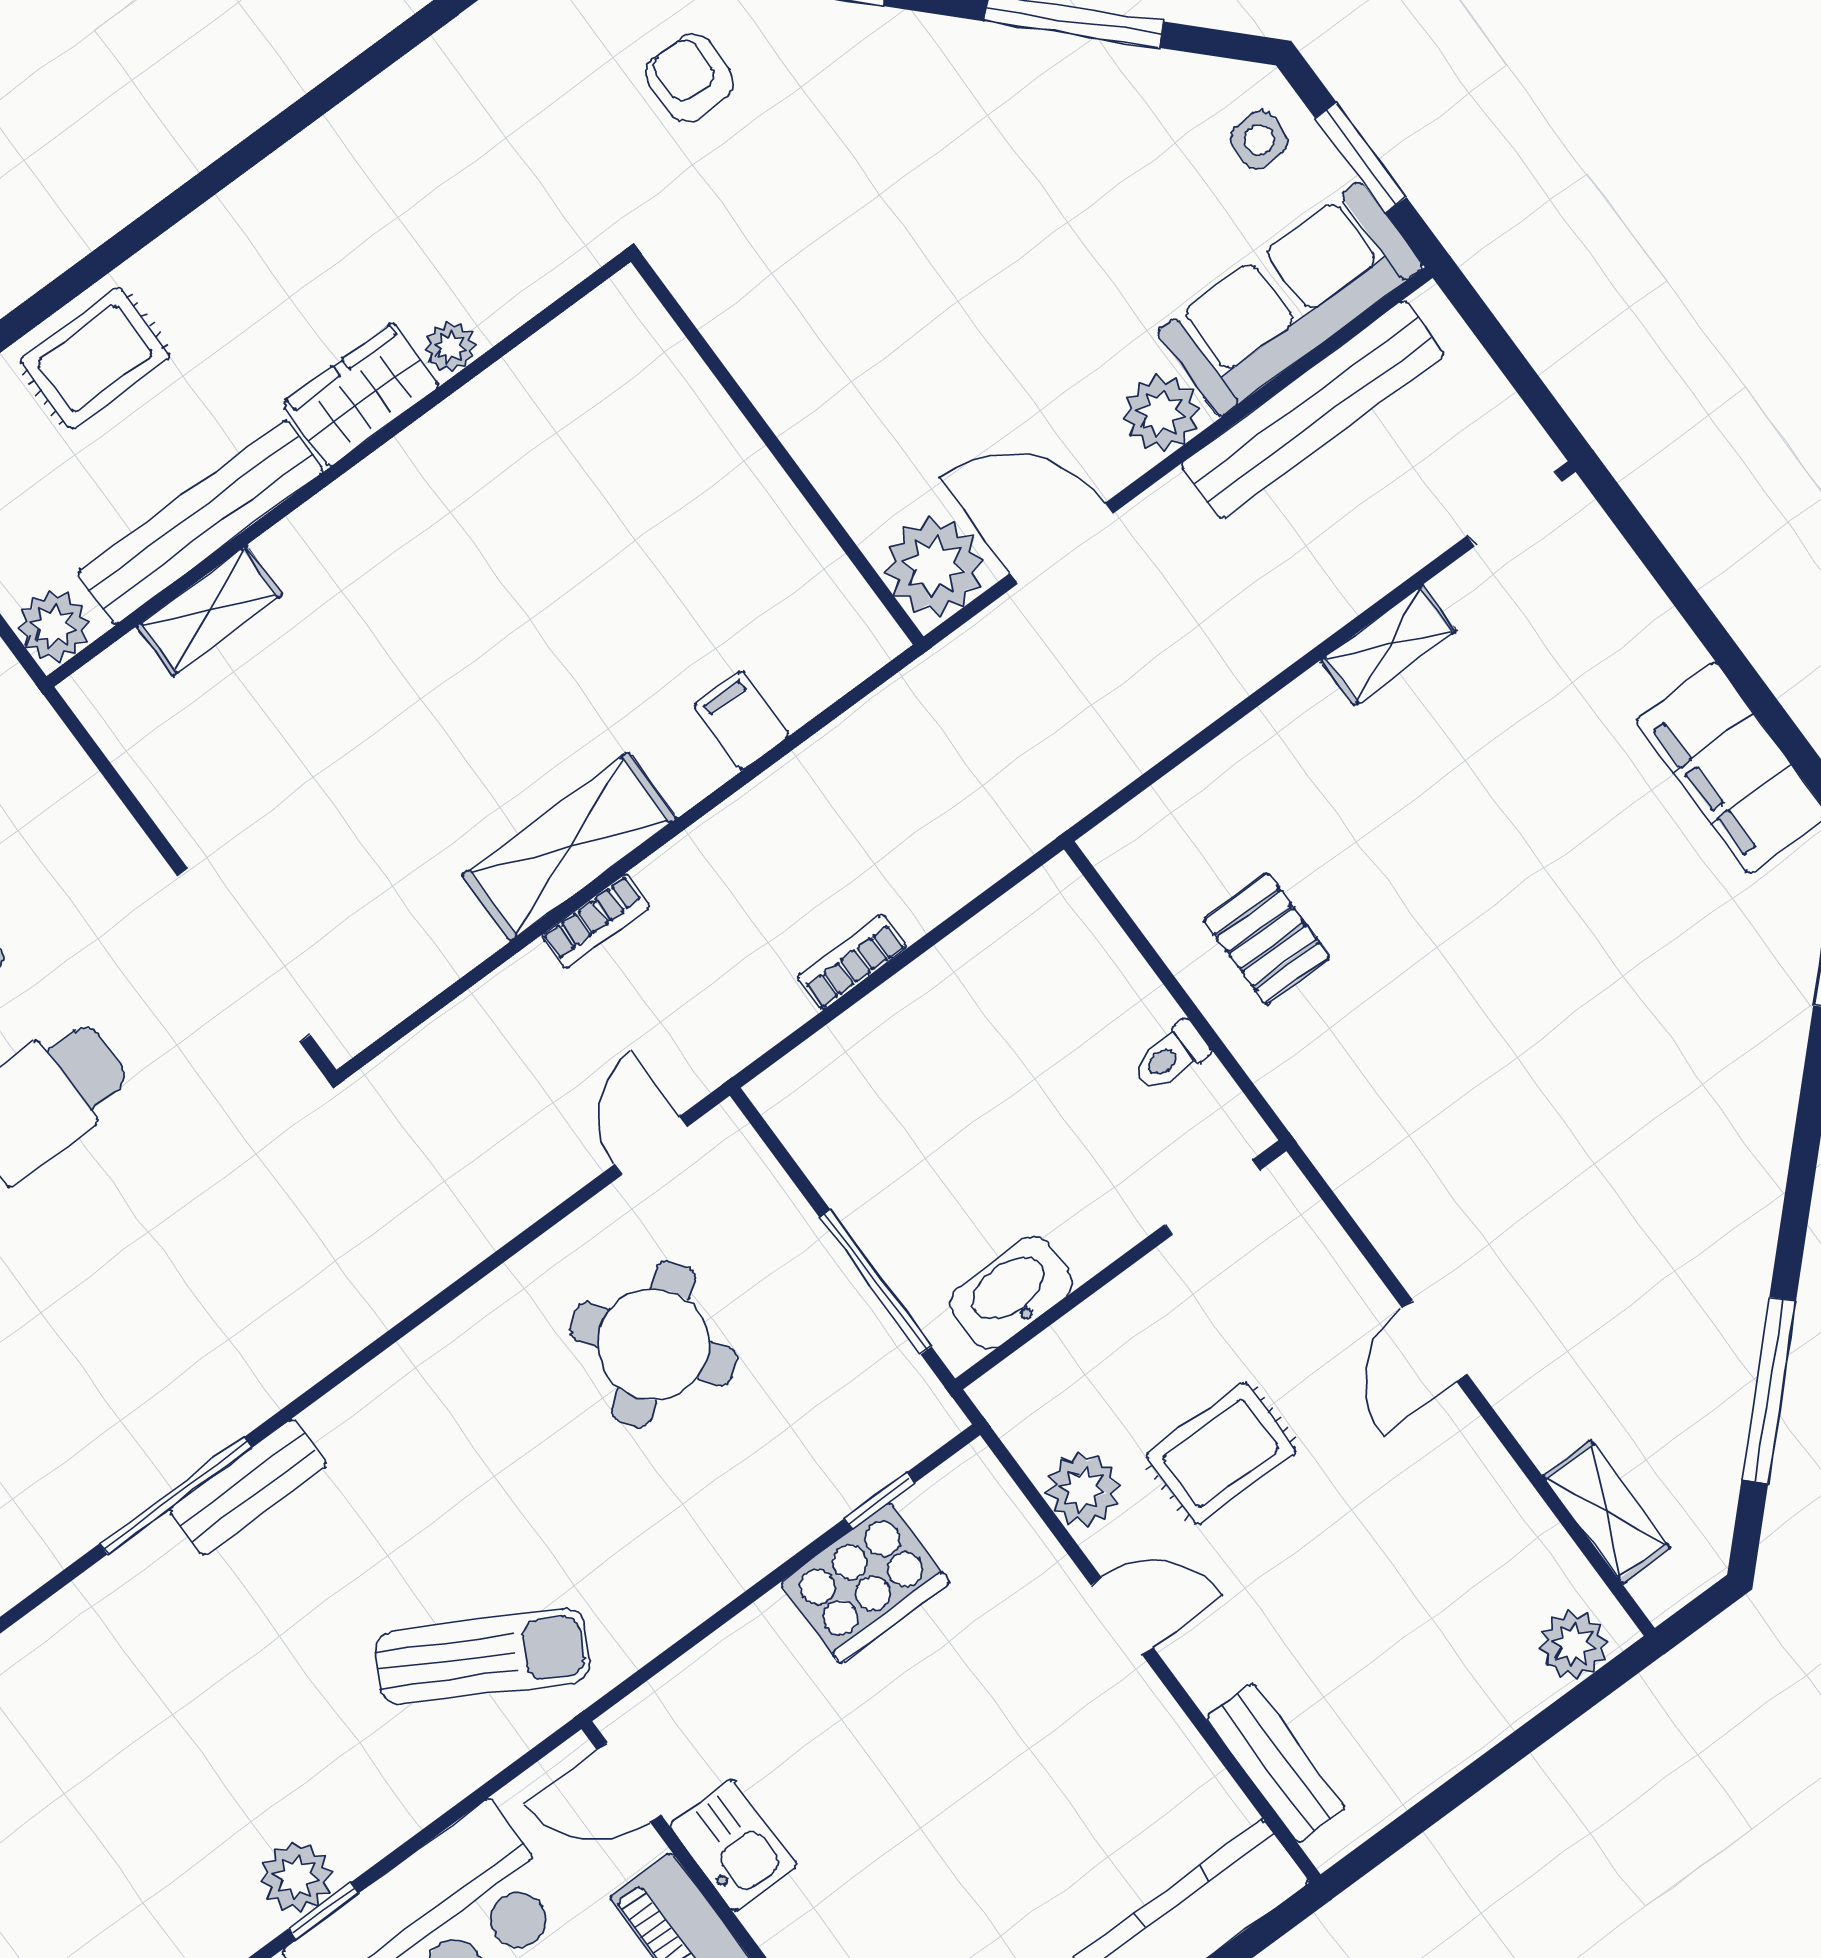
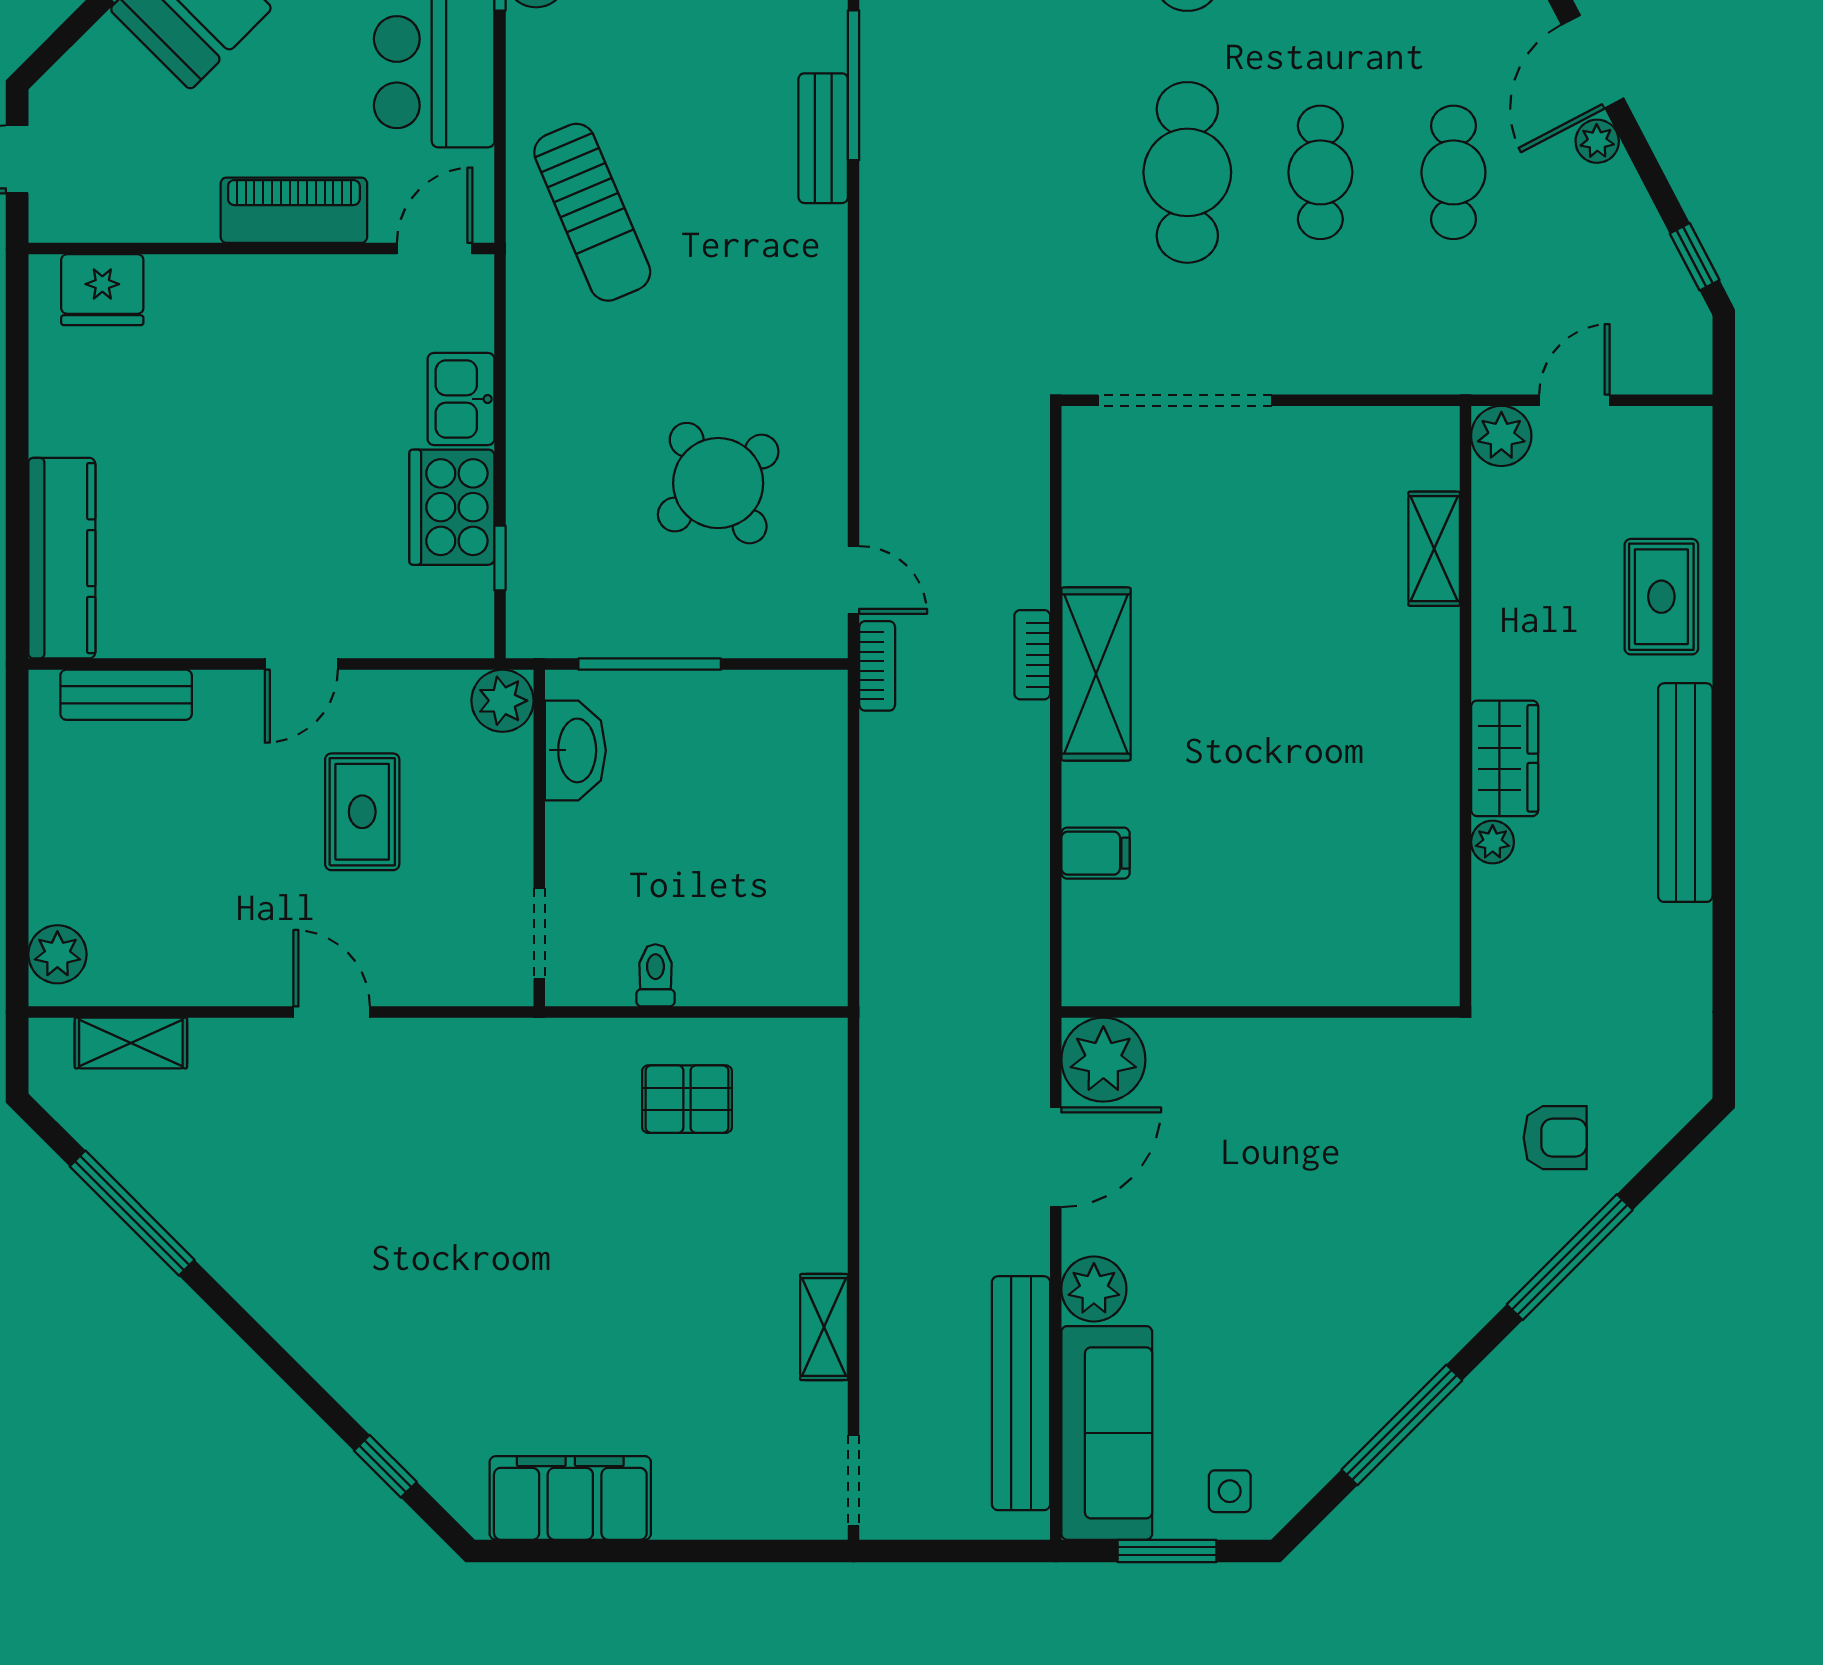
bench: (201, 522) -> (1685, 793), moved
bookcase: (852, 962) -> (877, 666), moved
plant: (1083, 1489) -> (503, 701), moved
sun lounger: (483, 1657) -> (592, 212), turned -52
kitchen sink: (733, 1845) -> (461, 399), moved, turned 90

